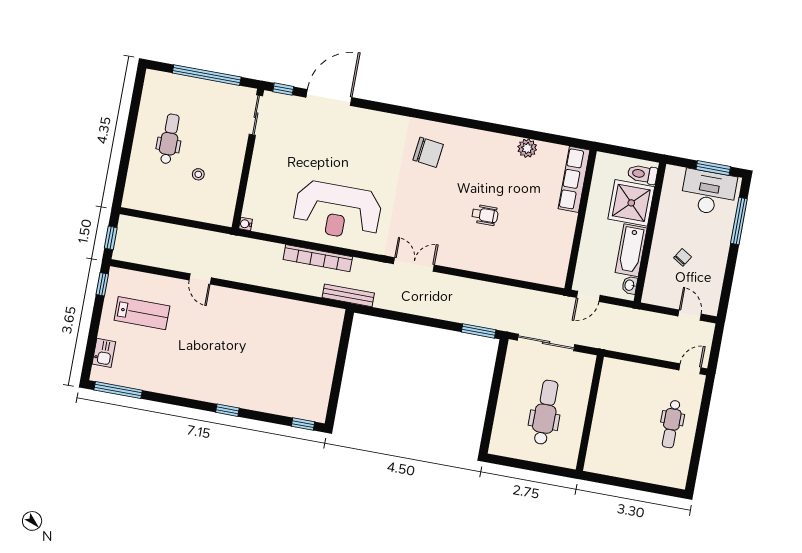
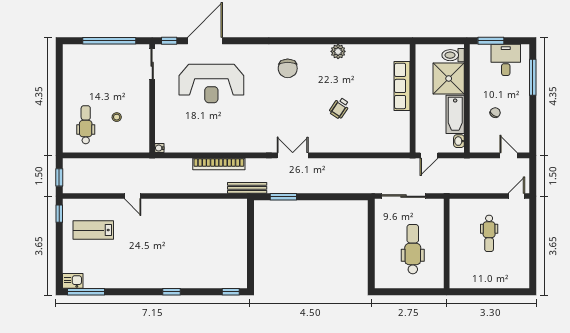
dental chair: (169, 139) -> (86, 125), moved
plant: (527, 148) -> (338, 51), moved
chair: (428, 152) -> (288, 68), turned 83
window: (713, 168) -> (491, 41), moved
row of seats: (574, 179) -> (402, 86), moved
desk: (709, 192) -> (506, 60), width x0.73
reception desk: (337, 211) -> (211, 83), moved
wheelchair: (485, 215) -> (339, 108), turned 124
lab bench: (142, 313) -> (93, 230), turned 180
window: (479, 331) -> (283, 197), moved
kitchen sink: (104, 353) -> (73, 281), moved, turned -90
dental chair: (672, 424) -> (489, 233), moved

